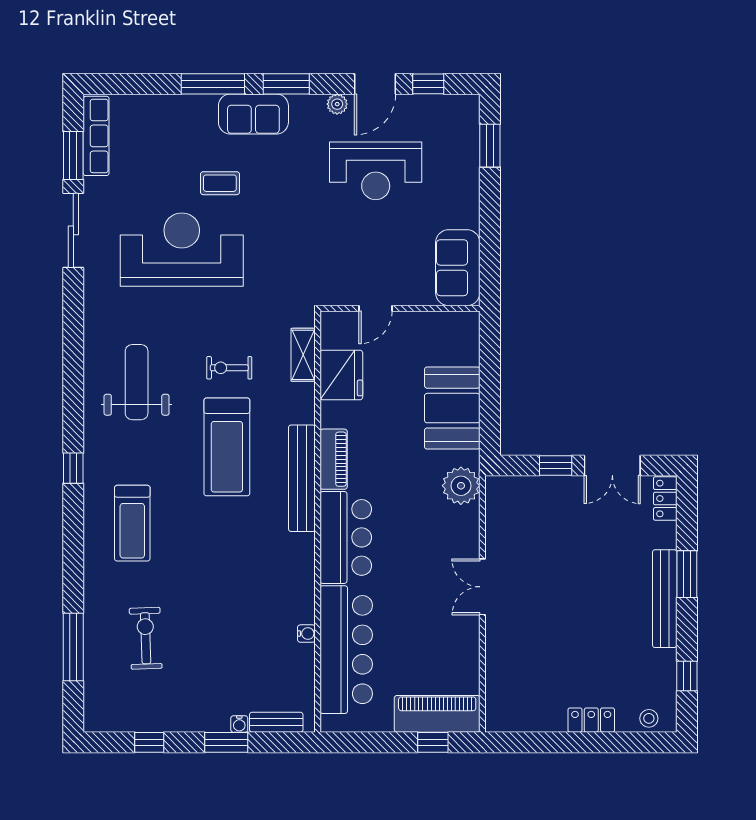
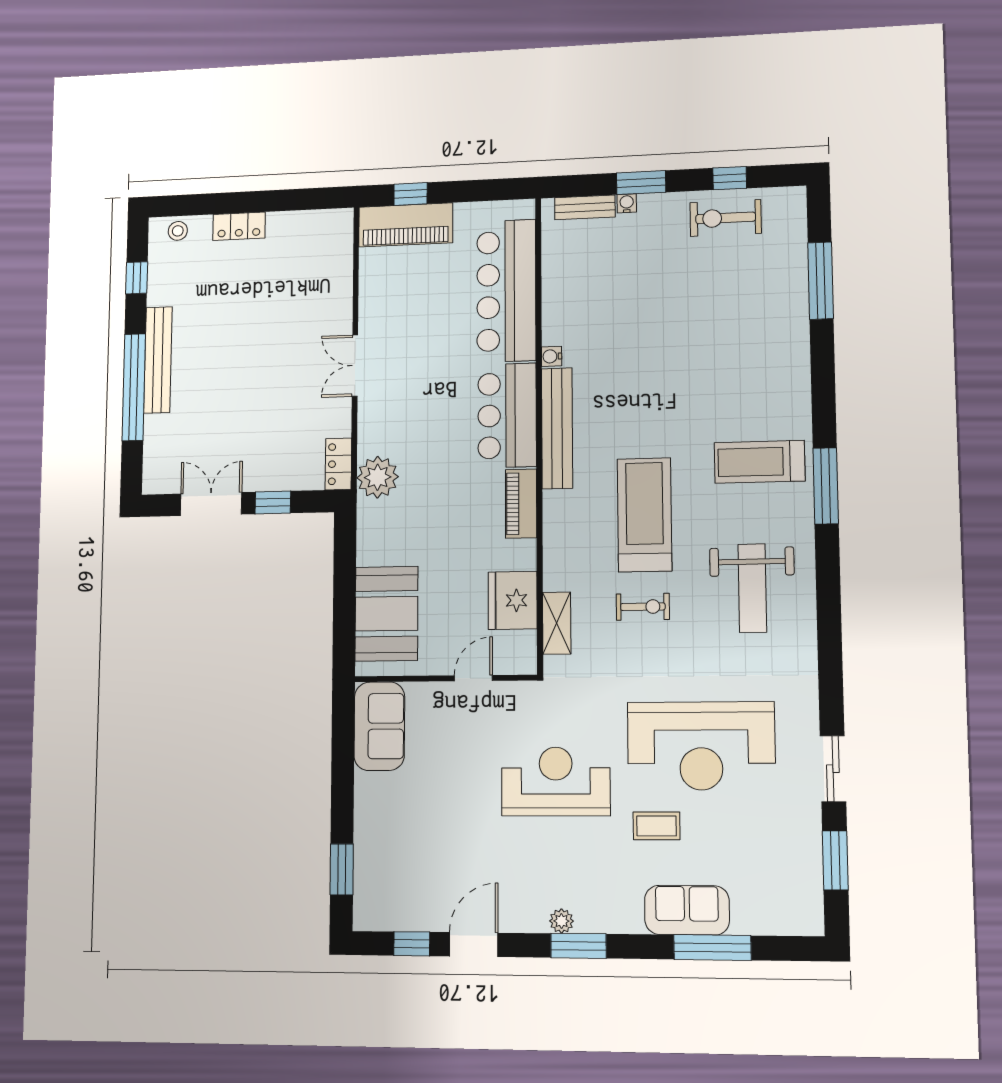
window: (213, 84) -> (712, 947), moved
plant: (337, 104) -> (561, 921), moved
sofa: (253, 114) -> (687, 910), moved
row of seats: (96, 136) -> (808, 884), removed
reception desk: (376, 171) -> (556, 781), moved
sliding door: (73, 230) -> (833, 769), width x0.73
booth: (452, 408) -> (386, 614), moved
window: (73, 468) -> (826, 486), width x2.17
bench: (302, 478) -> (557, 428), moved
locker: (665, 499) -> (338, 464), moved, turned 180
treadmill: (132, 523) -> (759, 462), moved, turned -90
window: (687, 574) -> (134, 387), width x2.11
double door: (482, 587) -> (355, 366), swing flipped
water cooler: (306, 634) -> (552, 356), moved
exercise bike: (146, 638) -> (726, 218), moved, turned 92

